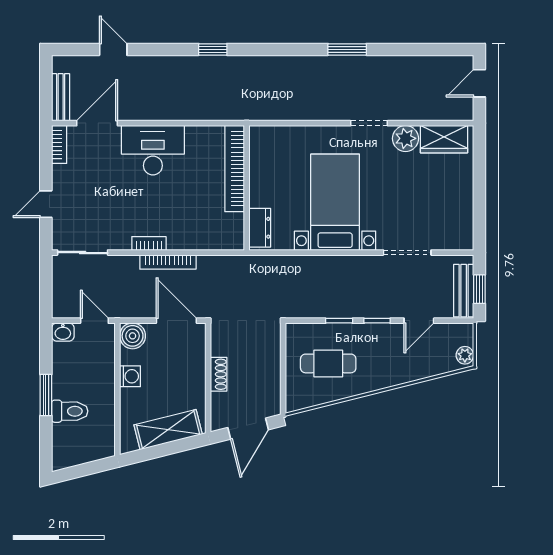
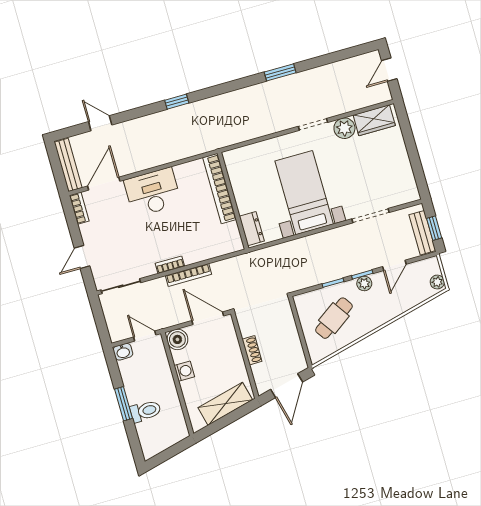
bench: (61, 97) -> (68, 165), width x1.36
plant: (377, 332) -> (364, 283), added
cafe table: (328, 363) -> (334, 318), turned -35

